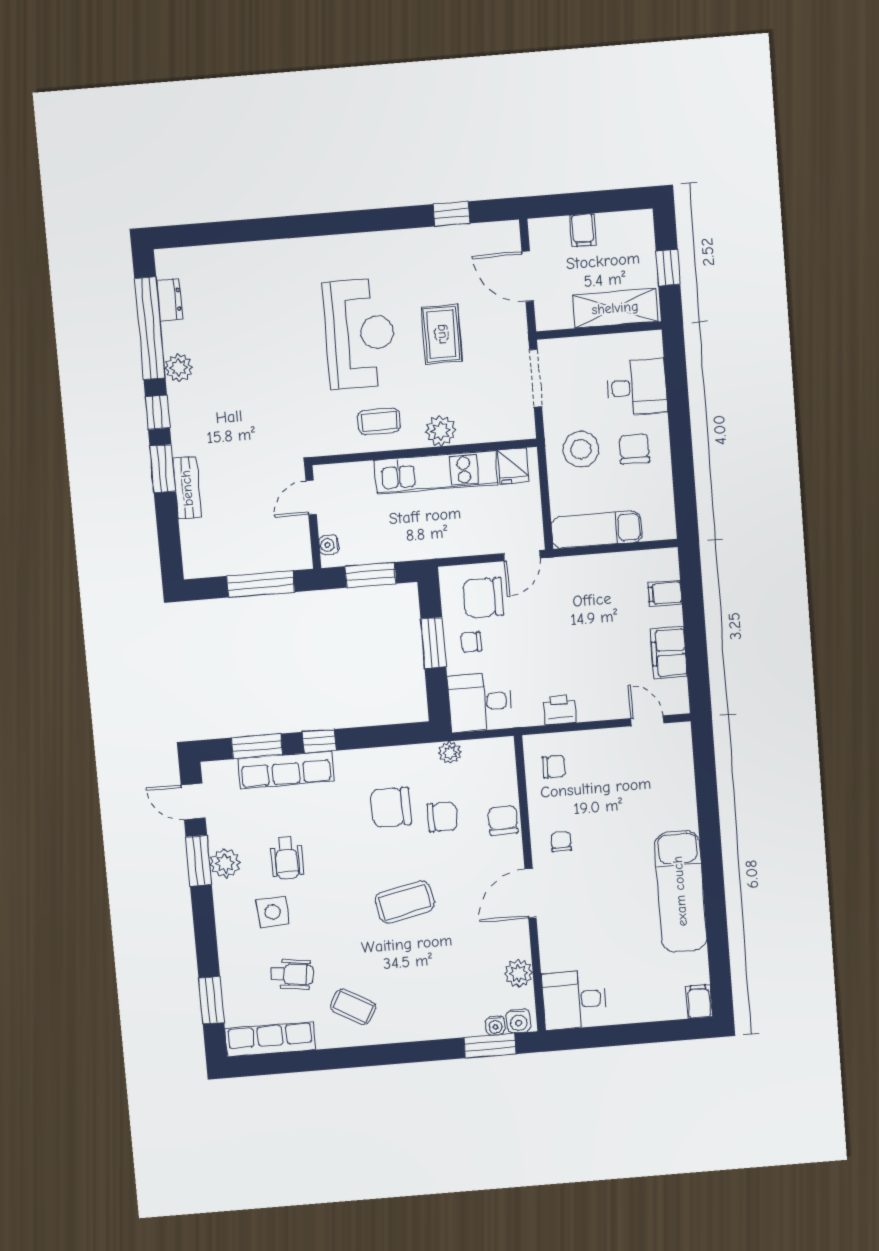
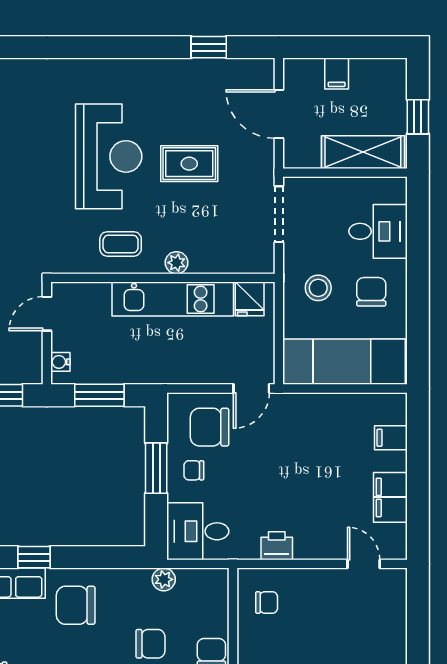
rug: (441, 334) -> (189, 164), turned 90
plant: (441, 431) -> (177, 263), width x0.73, depth x0.73
stool: (581, 449) -> (318, 288), width x0.73, depth x0.73
exam couch: (597, 530) -> (344, 362), width x1.36, depth x1.45
chair: (391, 807) -> (76, 605), moved

